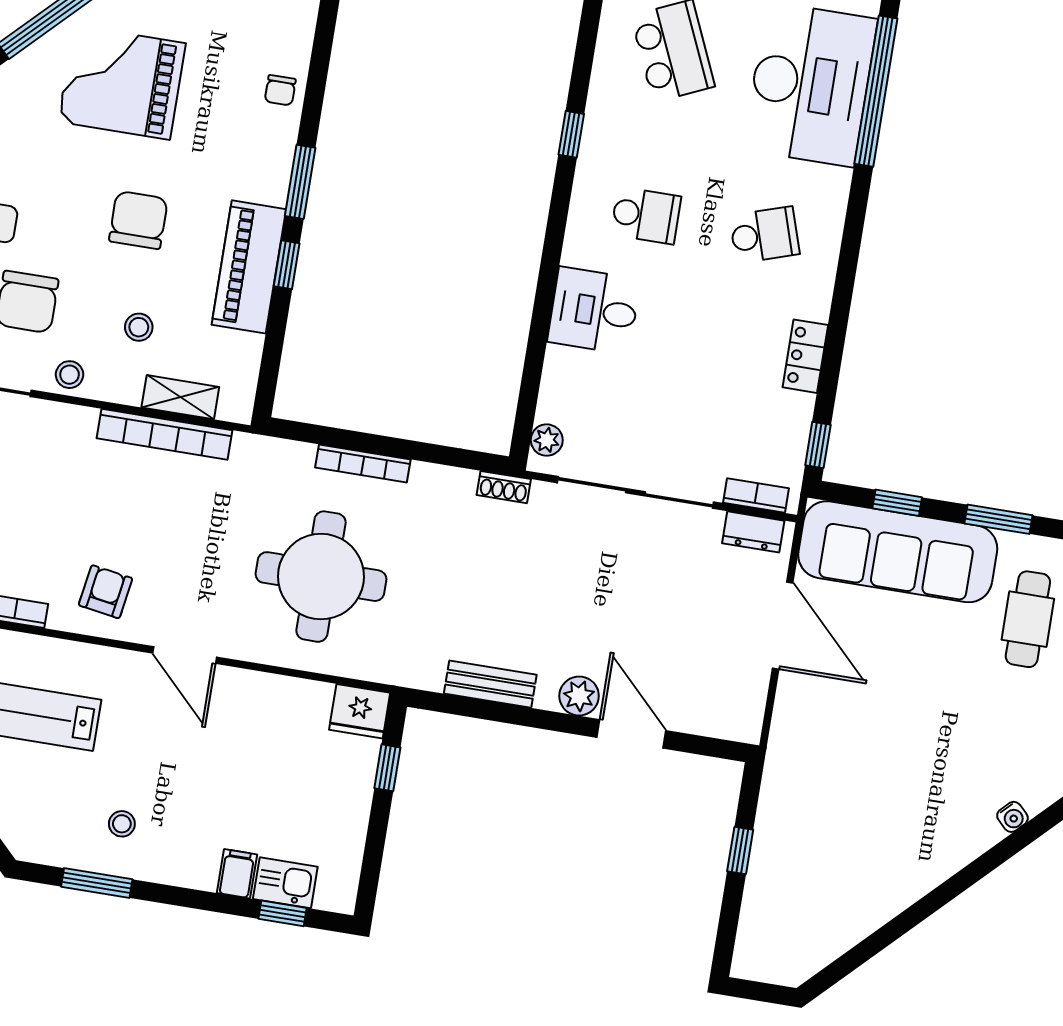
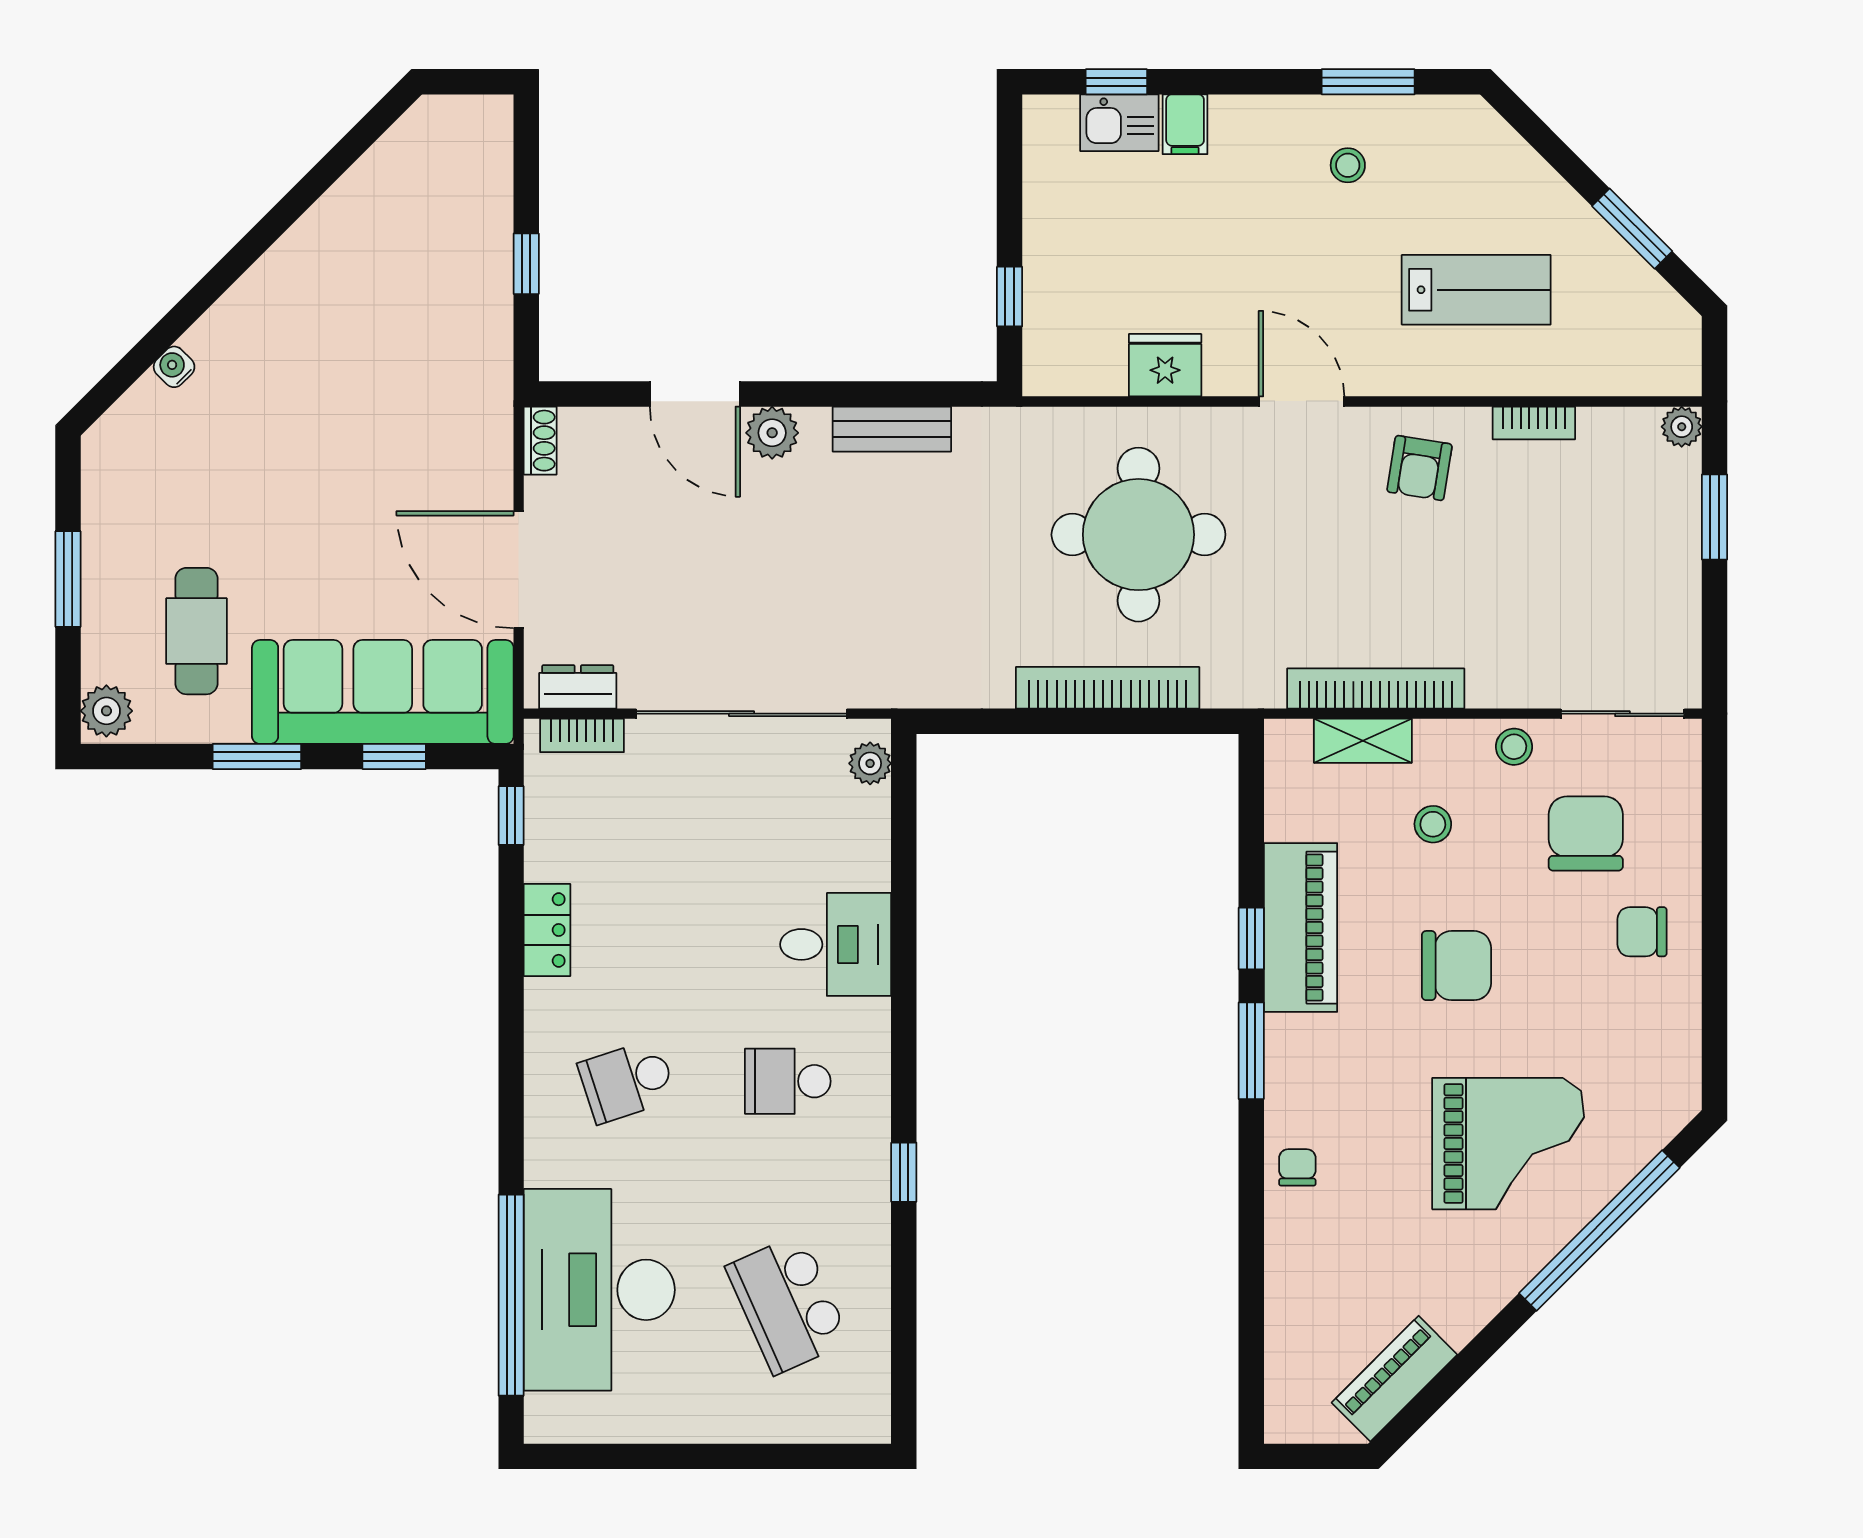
chair: (138, 220) -> (1456, 966), turned -90
bookcase: (363, 464) -> (1108, 688), width x1.48, depth x1.31
shoe rack: (504, 487) -> (540, 441), moved, turned 90
fridge: (360, 711) -> (1165, 365), moved

